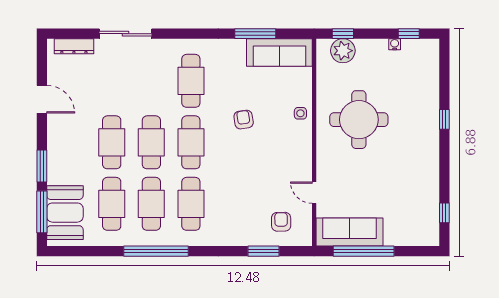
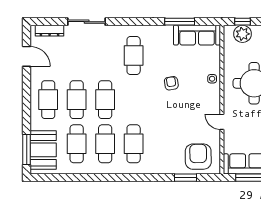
door: (42, 99) -> (27, 56), moved
cafe table: (191, 142) -> (48, 100), moved
window: (42, 166) -> (27, 117), removed
door: (314, 193) -> (222, 122), moved
armchair: (281, 222) -> (198, 157), width x1.88, depth x1.88
window: (156, 251) -> (108, 178), removed

